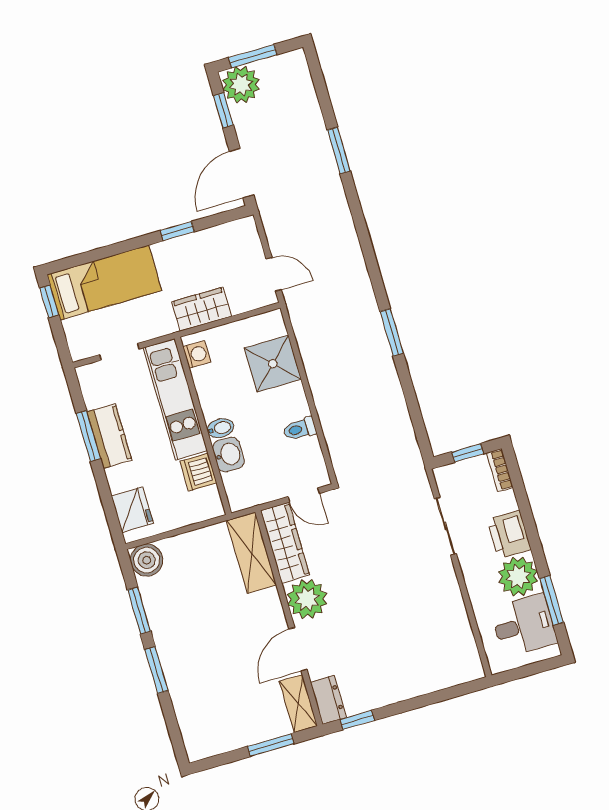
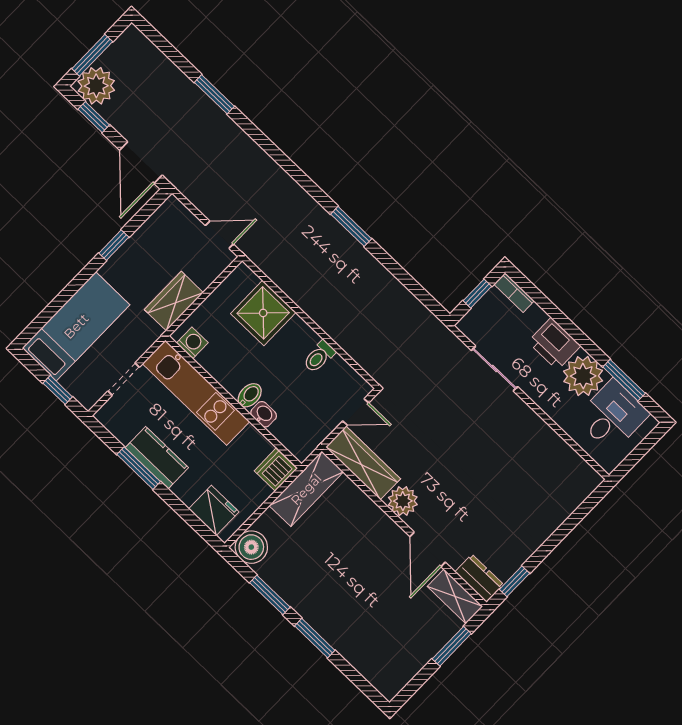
window: (49, 301) -> (58, 390), moved
washbasin: (228, 455) -> (264, 414), width x0.72, depth x0.69
dishwasher: (198, 472) -> (276, 470), moved, turned 90
shelving: (251, 553) -> (306, 489), moved, turned 90
plant: (307, 599) -> (403, 501), width x0.73, depth x0.73

